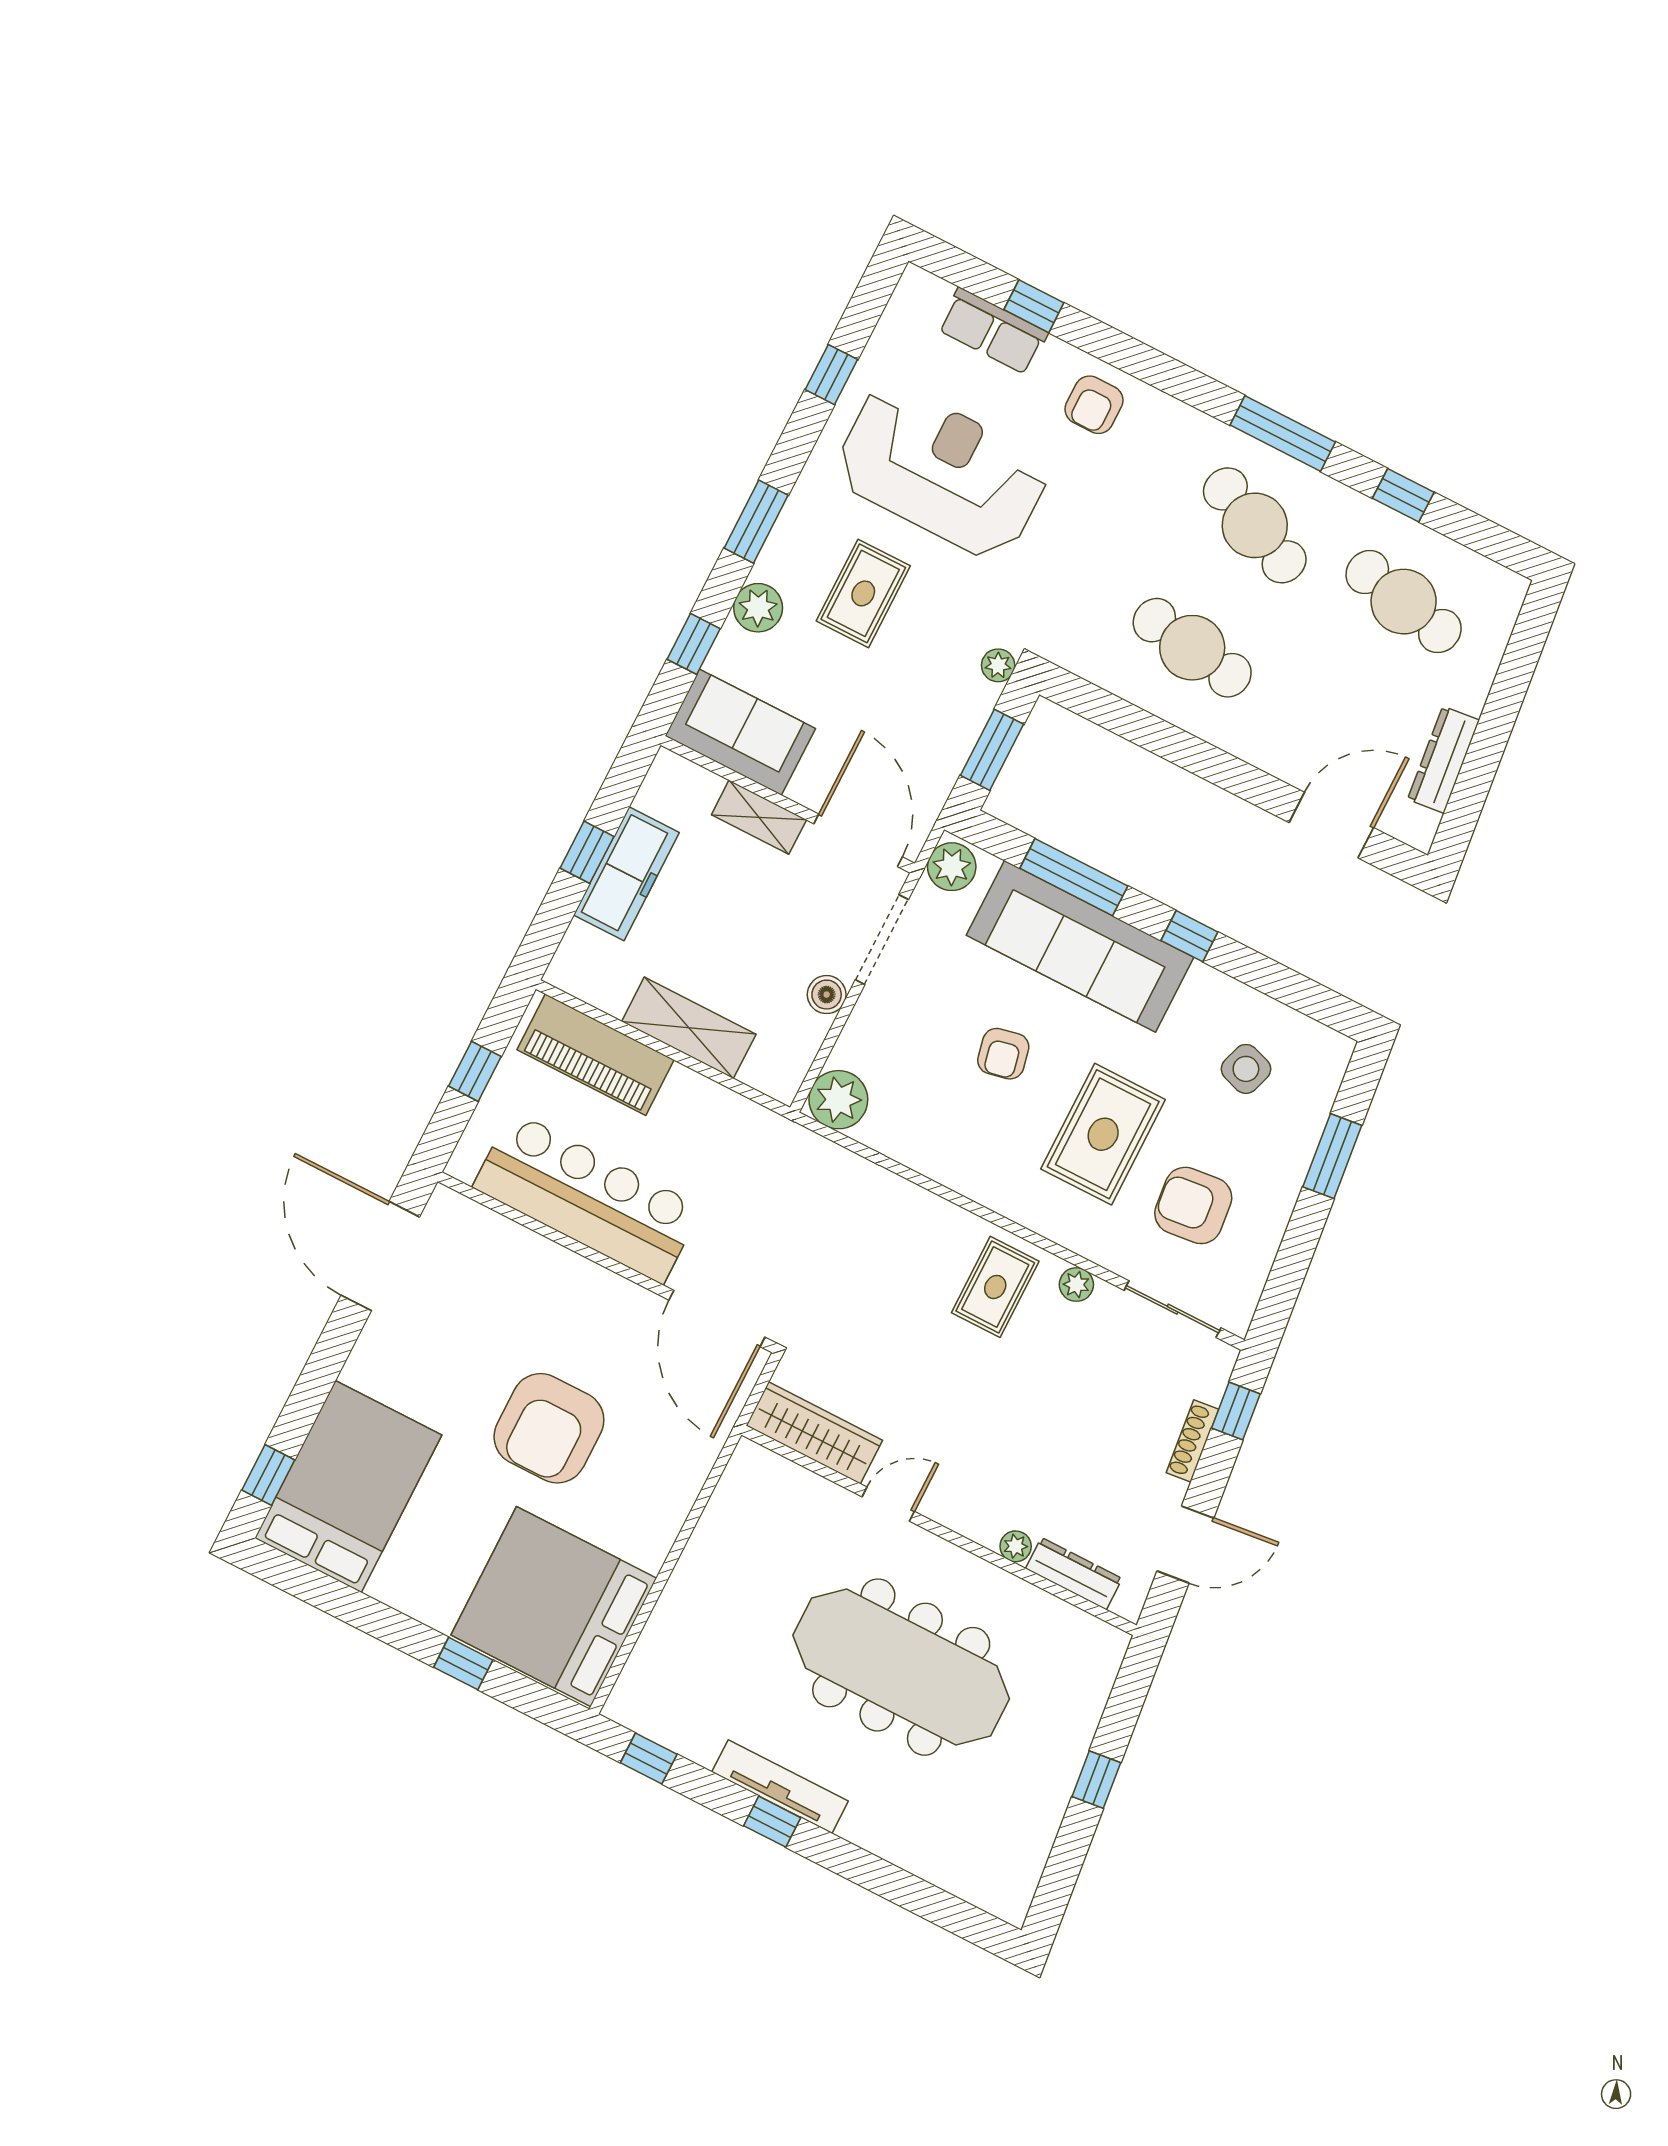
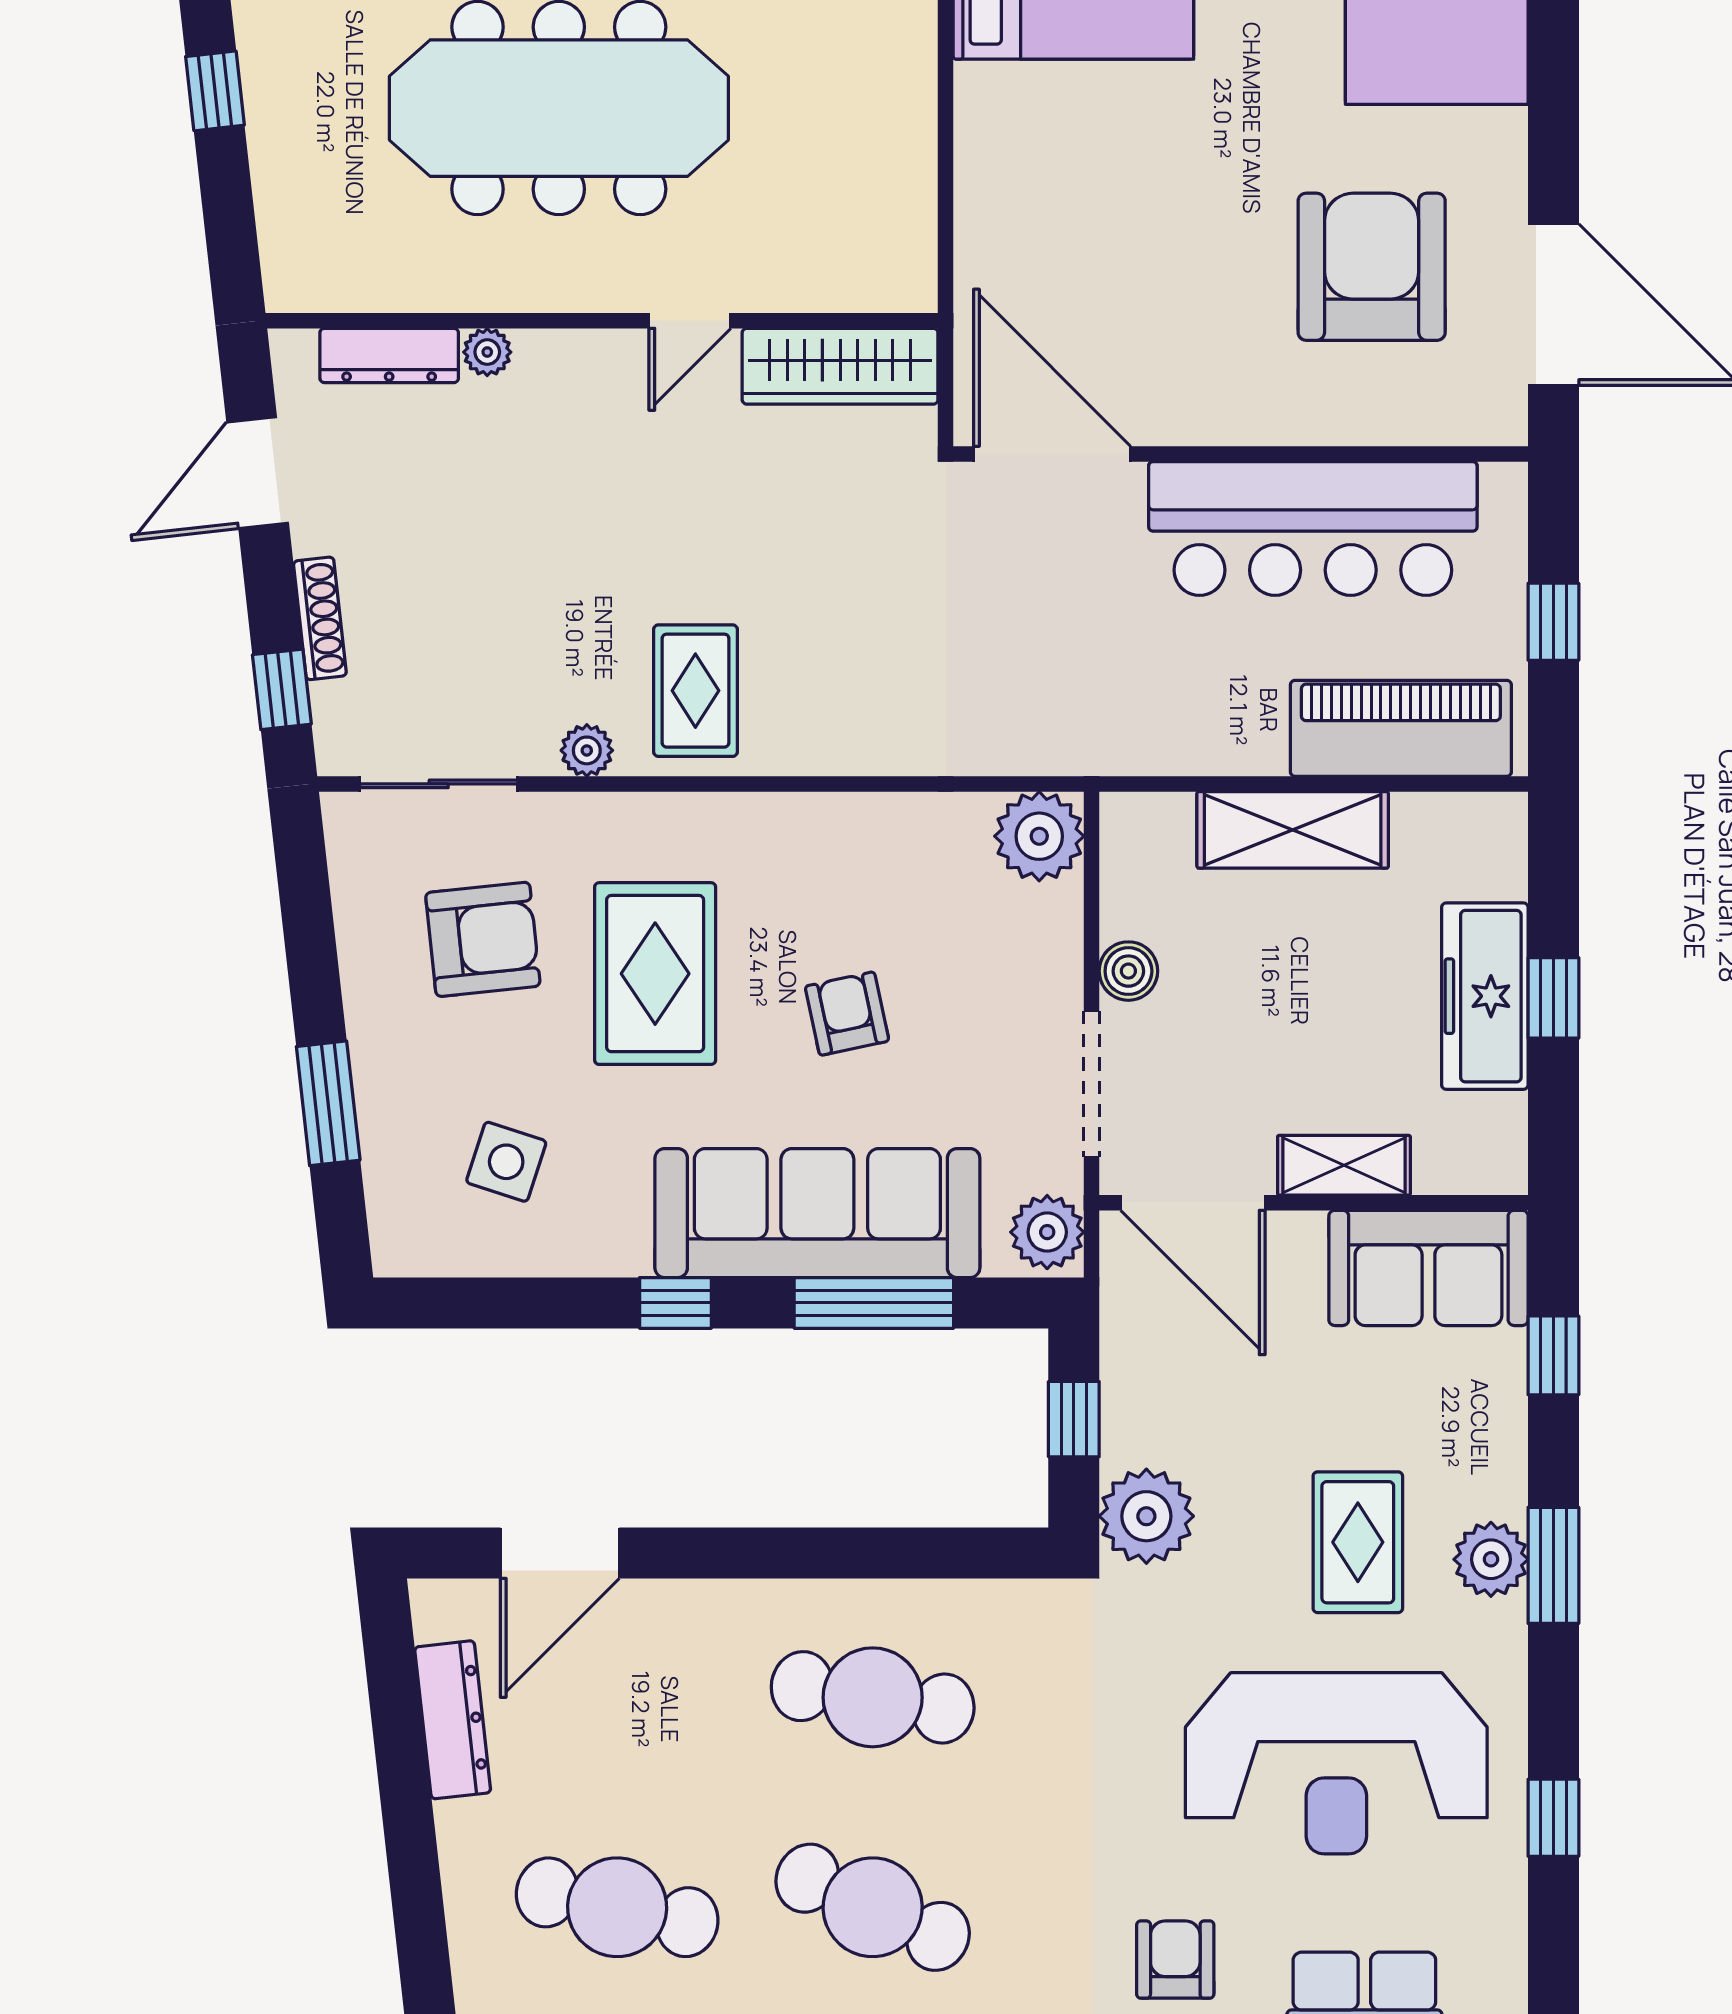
plant: (758, 608) -> (1491, 1559), moved
plant: (998, 665) -> (1146, 1516), width x1.88, depth x1.88
window: (992, 750) -> (1074, 1419), width x0.67
armchair: (549, 1428) -> (1372, 267), moved

